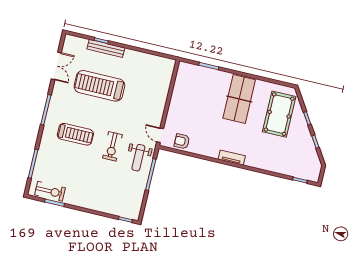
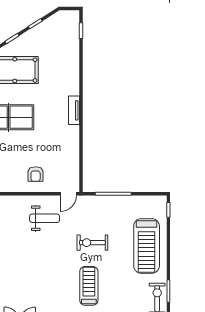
treadmill: (99, 86) -> (147, 246), moved
armchair: (182, 141) -> (36, 174), moved
exercise bike: (112, 146) -> (92, 243), turned 180
weight bench: (138, 158) -> (45, 218), moved

